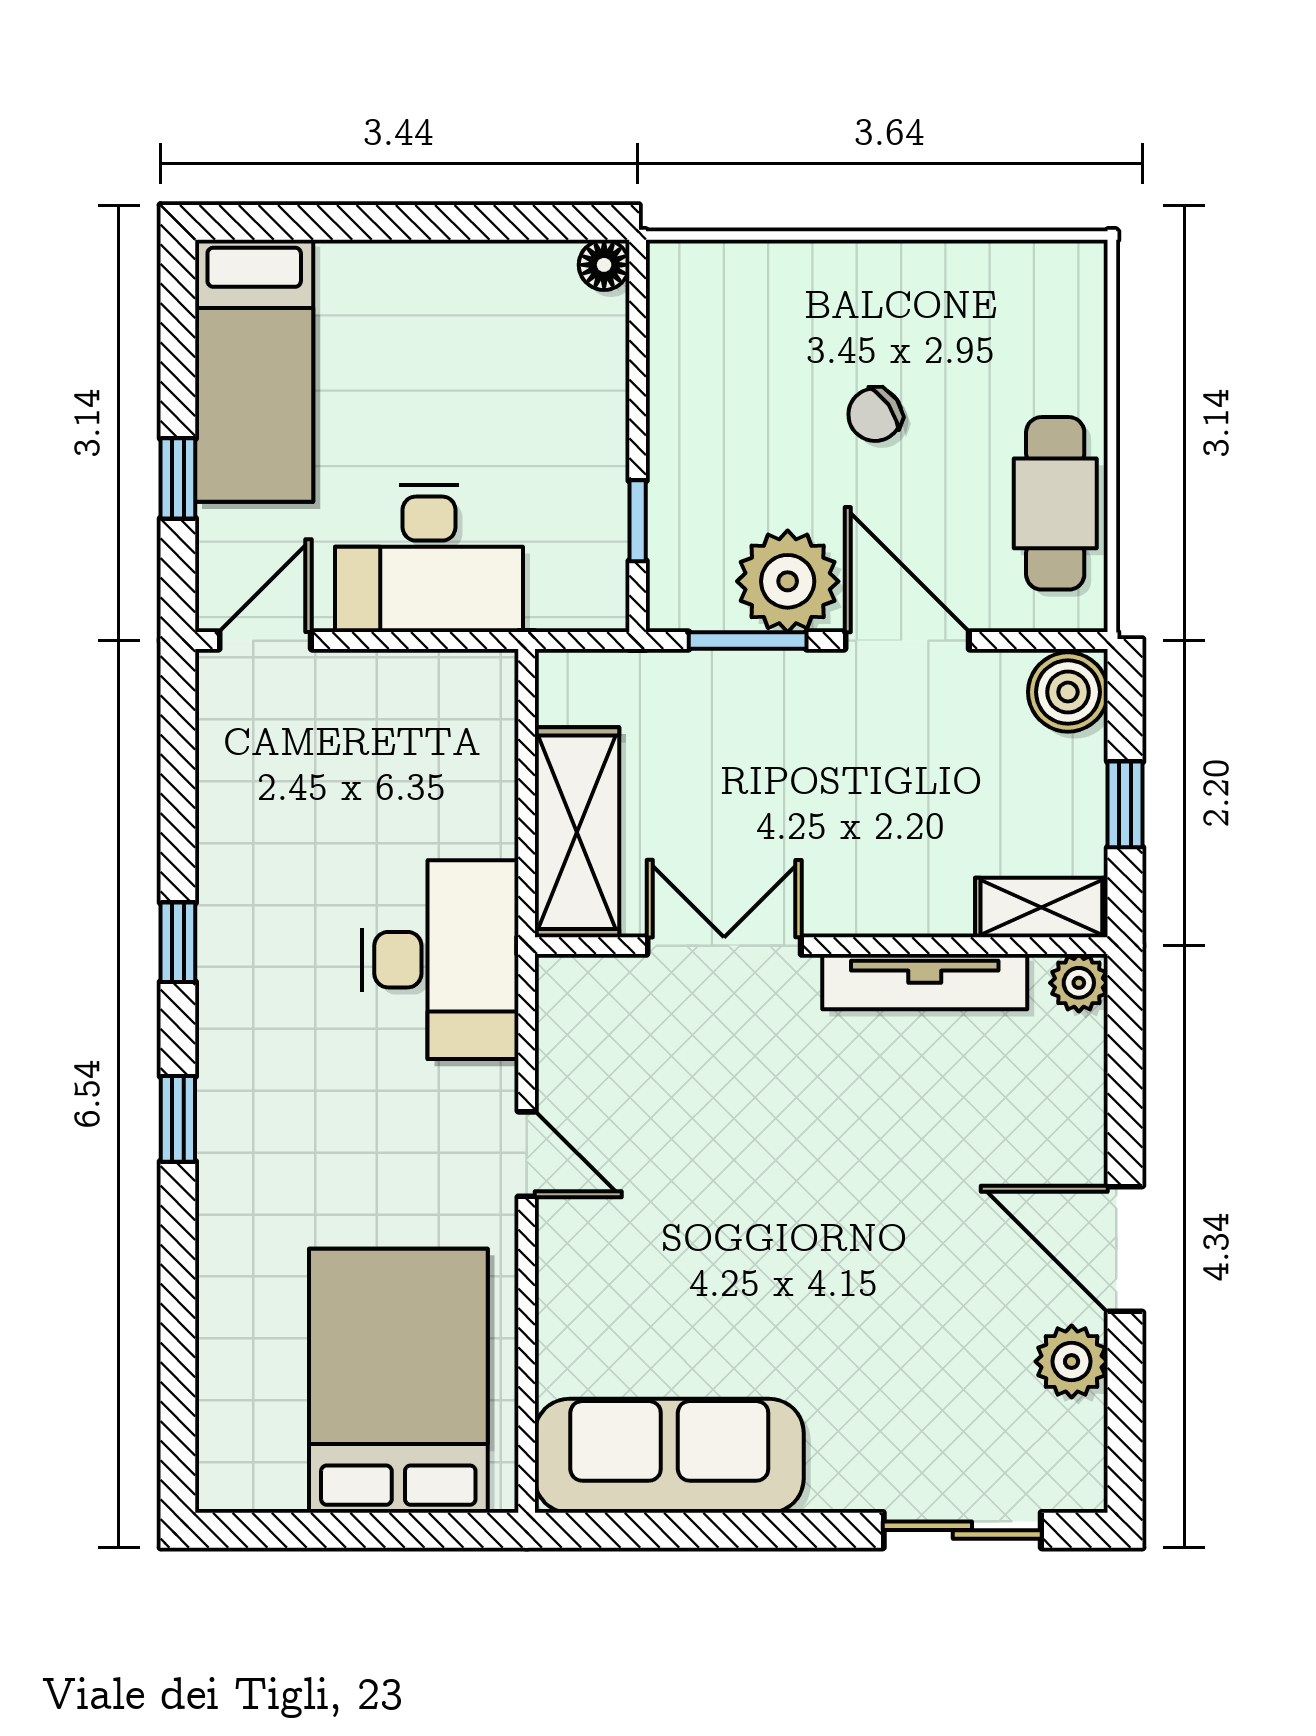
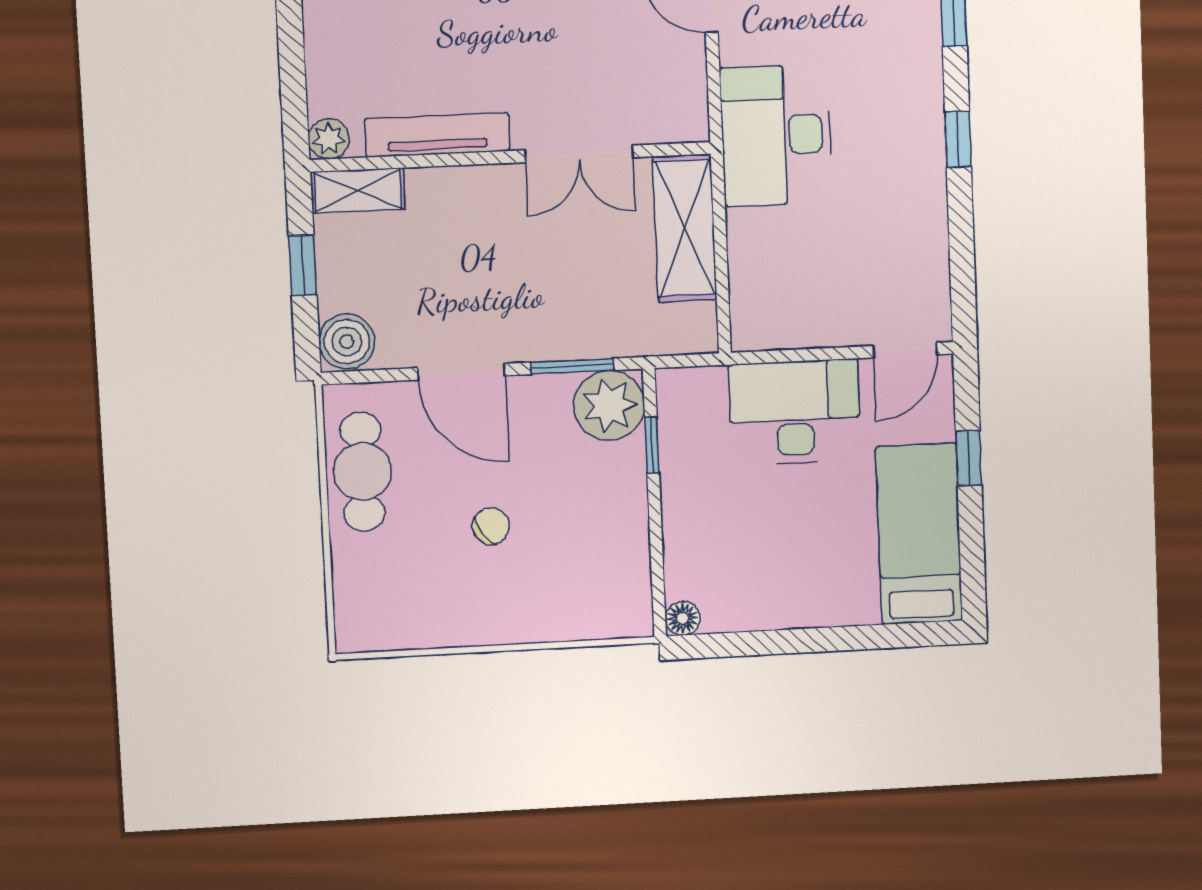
plant: (788, 581) -> (609, 405), moved

